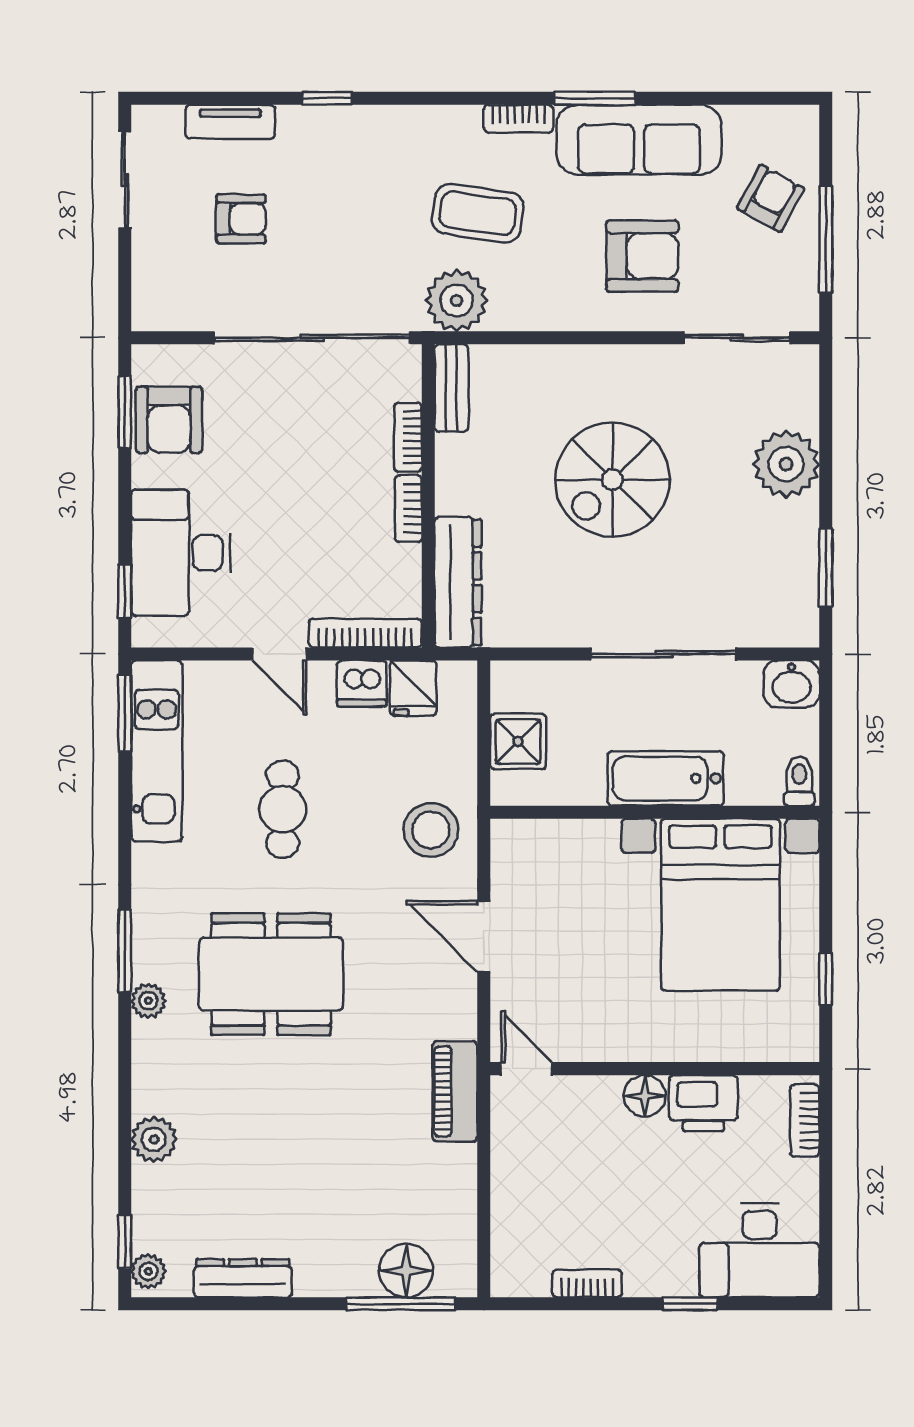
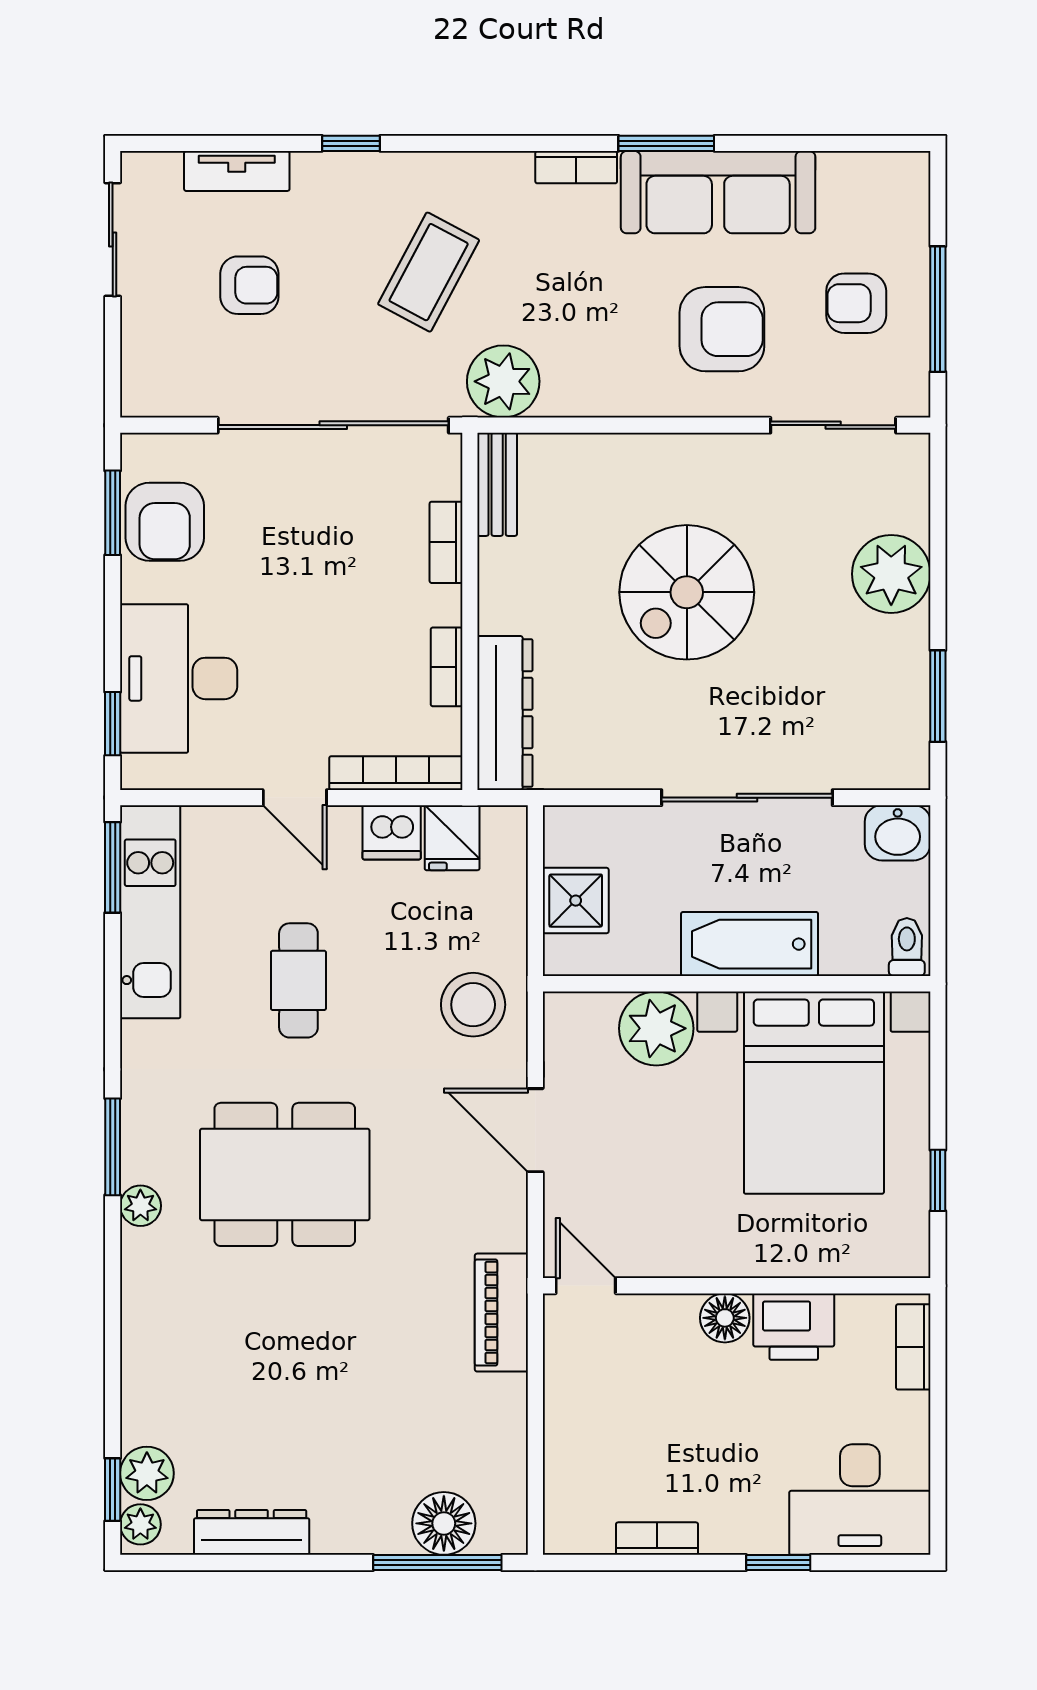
armchair: (771, 198) -> (856, 303), moved, turned -119
coffee table: (478, 213) -> (429, 272), moved, turned -70
bookcase: (408, 509) -> (447, 667), moved
plant: (587, 850) -> (656, 1028), added
plant: (154, 1139) -> (147, 1473), moved

